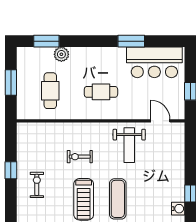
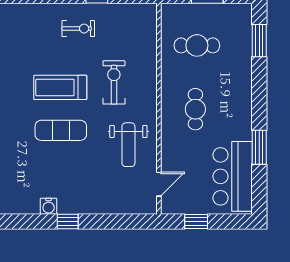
plant: (61, 54) -> (243, 59), removed
weight bench: (129, 145) -> (128, 145), turned -90
exercise bike: (80, 157) -> (114, 82), width x1.38, depth x1.39

